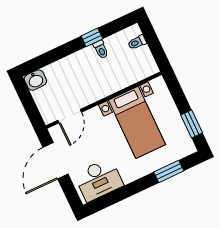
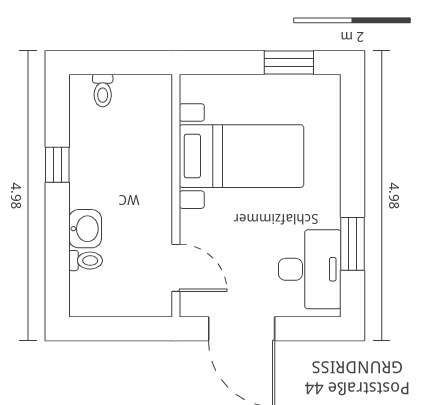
toilet: (101, 50) -> (86, 261), moved
washbasin: (35, 80) -> (85, 229), moved
window: (169, 171) -> (353, 244), moved

